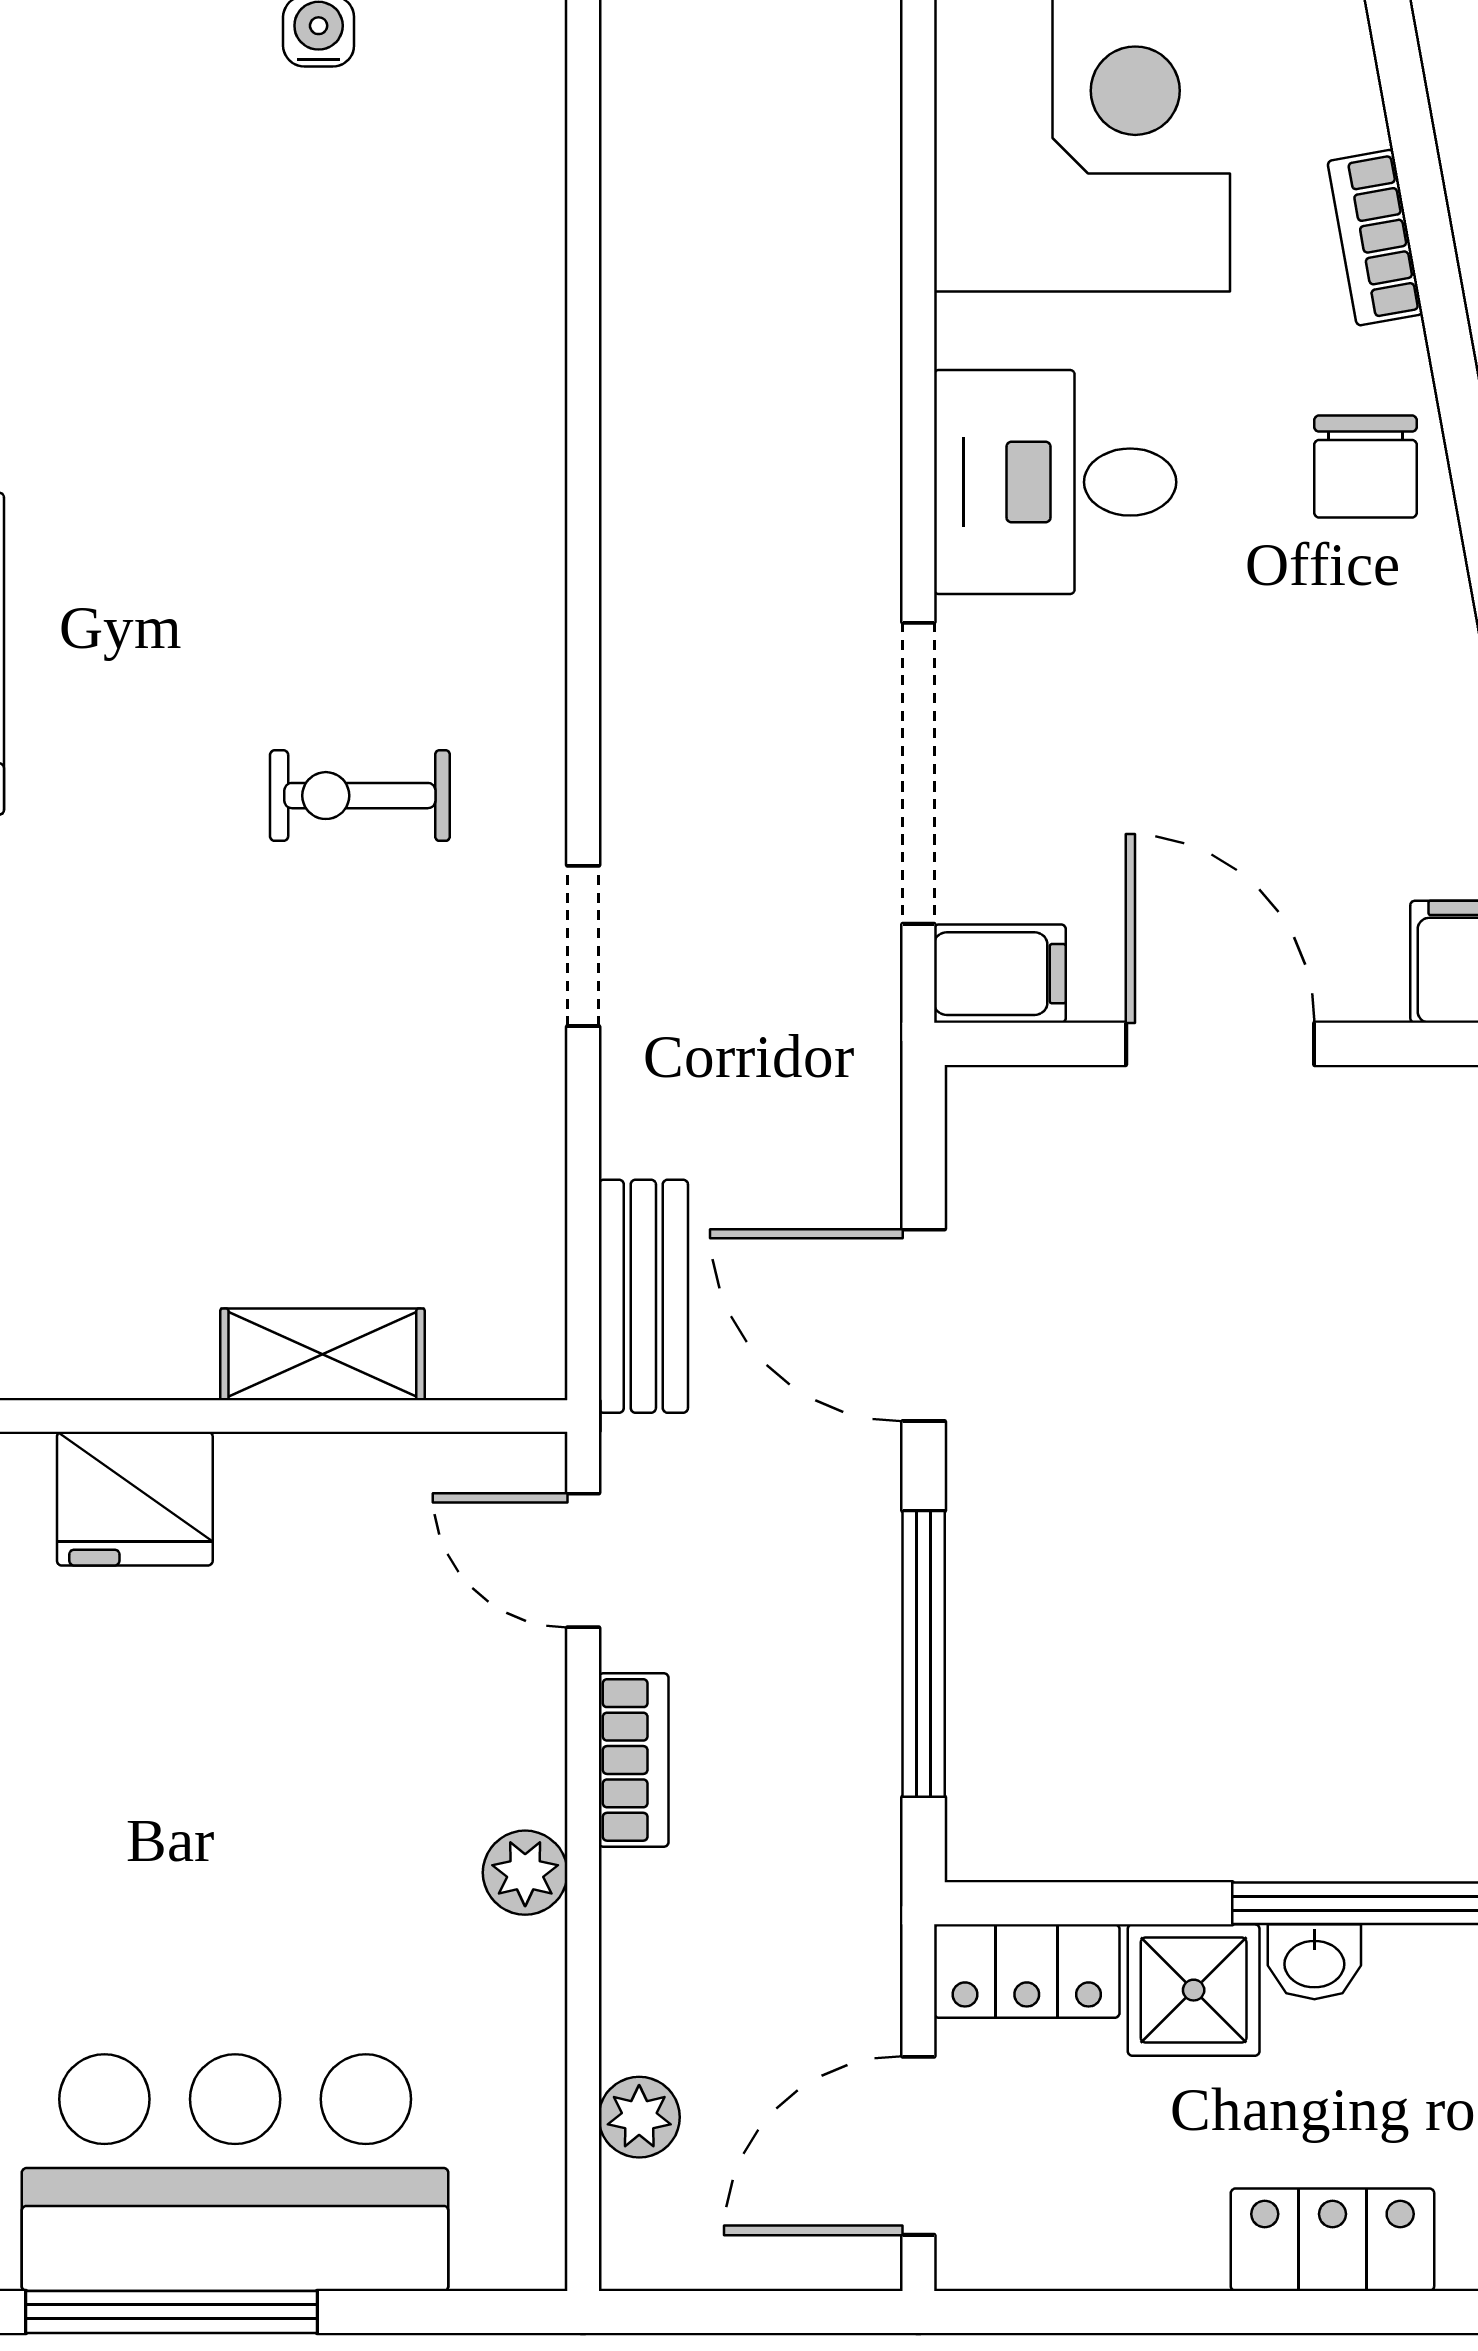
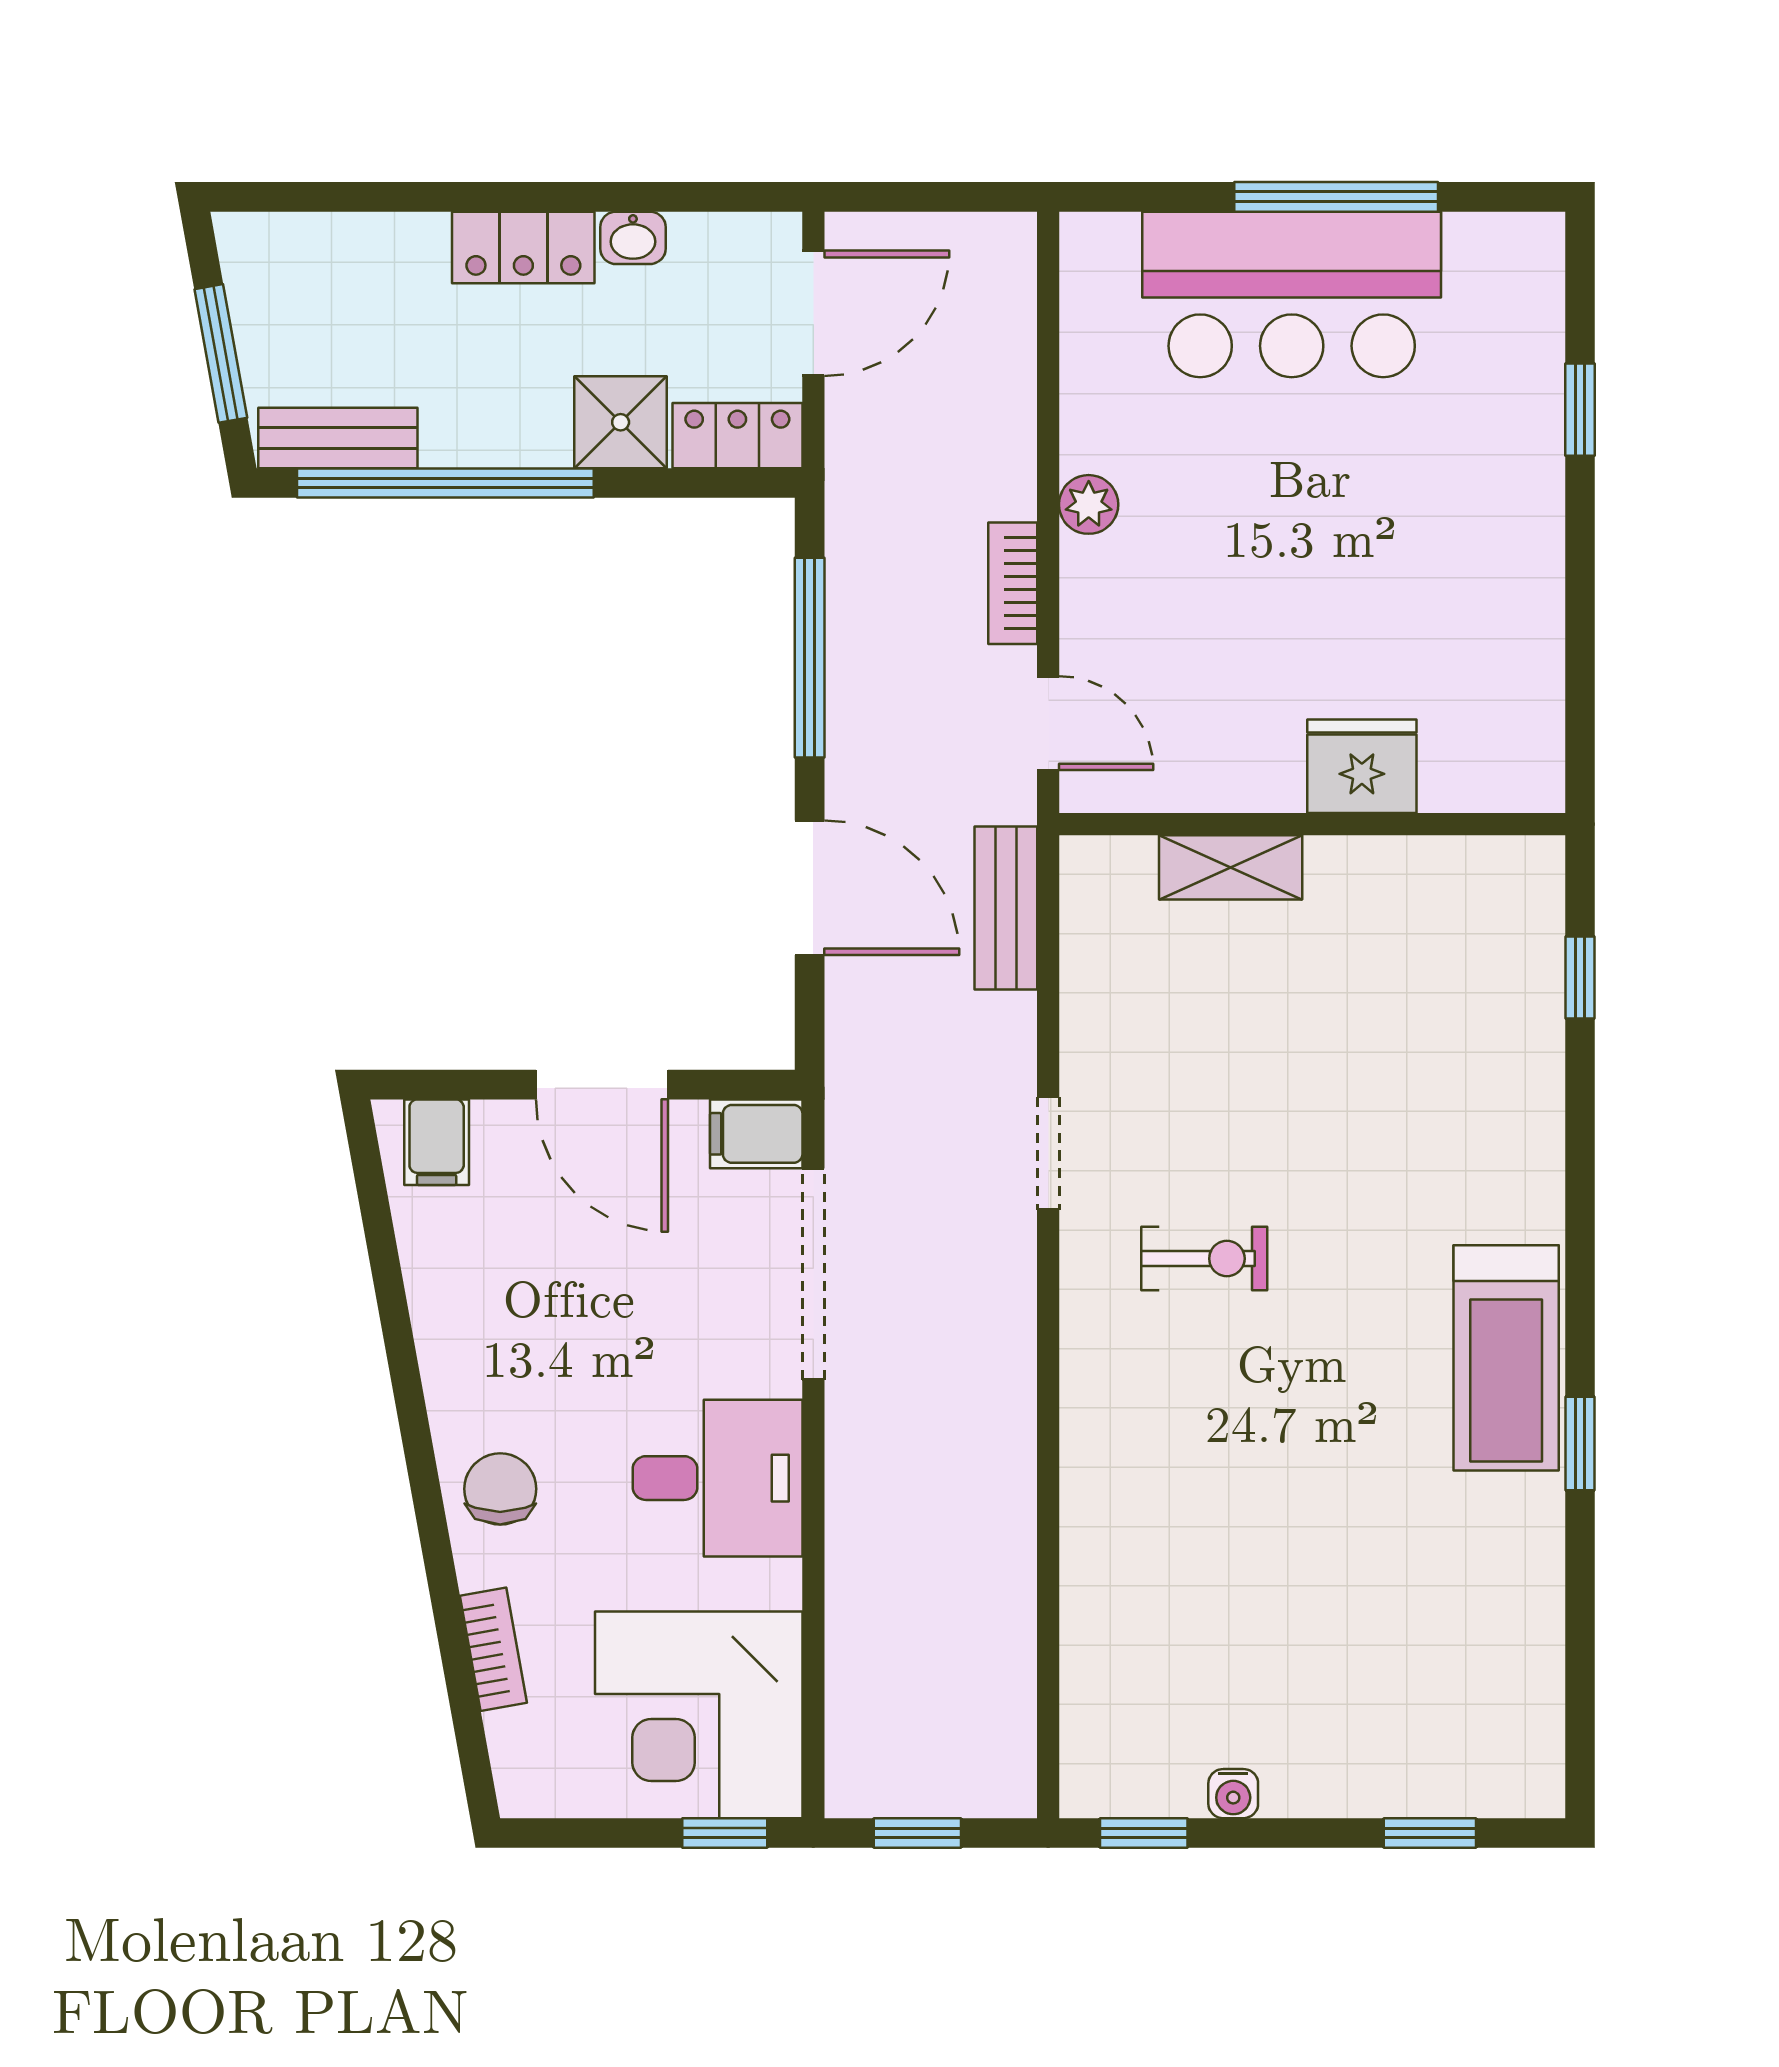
washbasin: (1314, 1962) -> (633, 238), moved, turned 180
plant: (639, 2117) -> (1009, 333), removed

